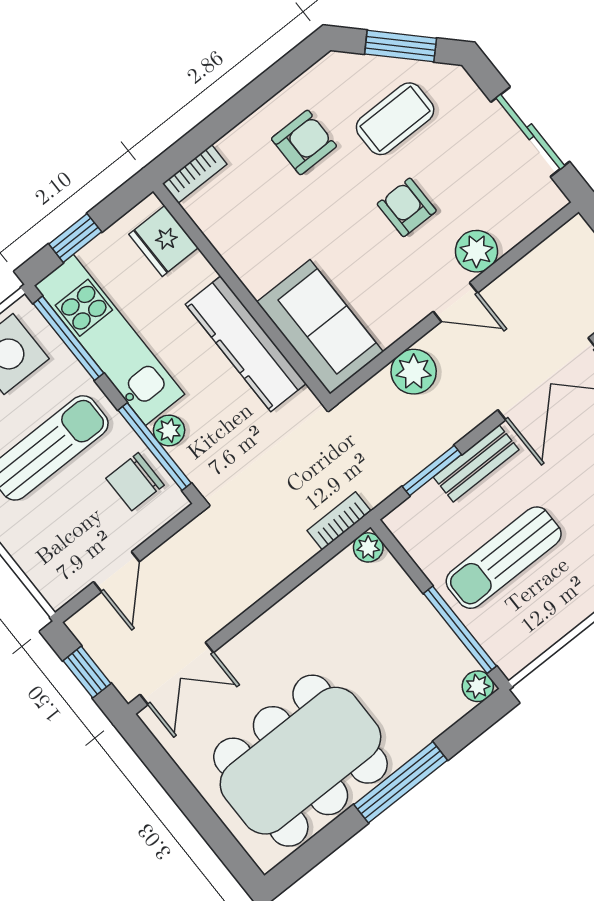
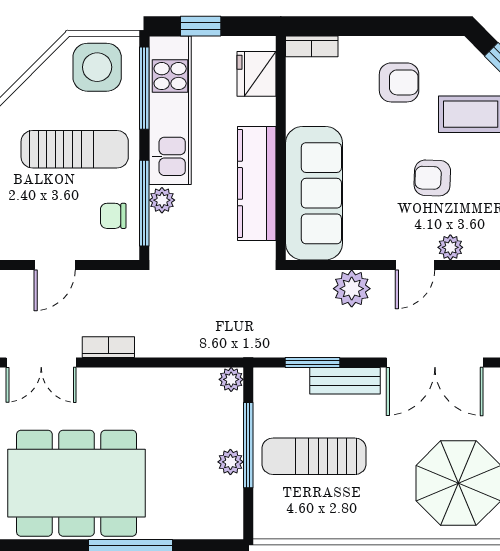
armchair: (407, 207) -> (432, 178), turned -88
plant: (476, 251) -> (450, 247), width x0.73, depth x0.73
door: (455, 302) -> (415, 265), hinge flipped
sofa: (320, 327) -> (314, 193), width x1.36
chair: (135, 482) -> (113, 216), width x0.73, depth x0.73
bookcase: (339, 521) -> (108, 347), moved
window: (460, 630) -> (248, 445), moved
plant: (478, 686) -> (230, 462), moved

